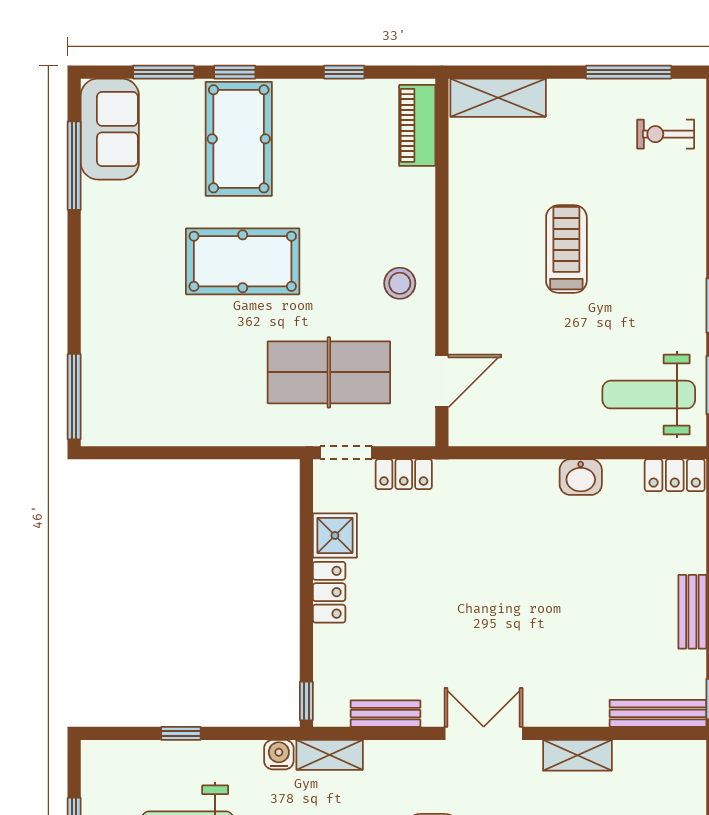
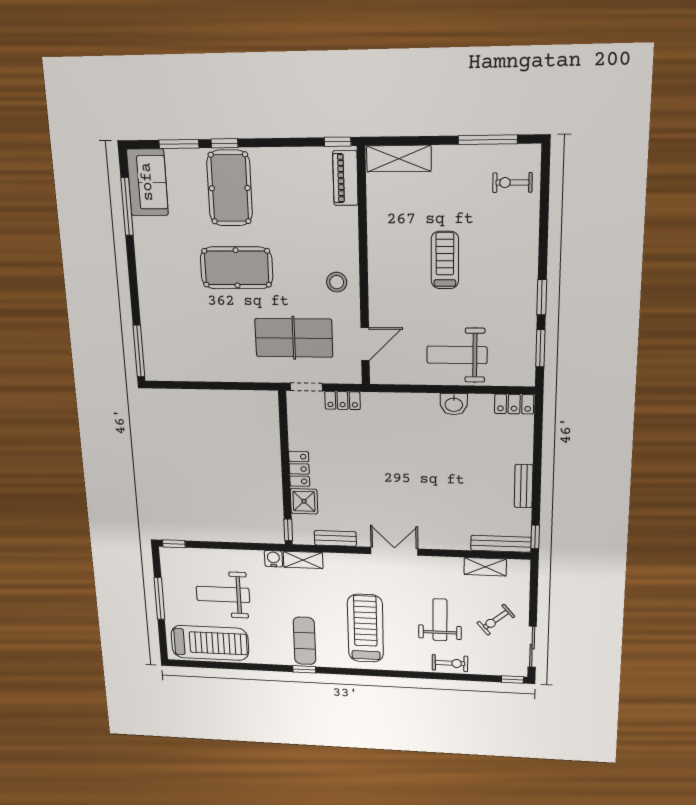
window: (344, 72) -> (338, 142), moved
weight bench: (649, 395) -> (457, 355), moved
shower: (335, 535) -> (304, 501), moved
window: (181, 733) -> (174, 544), moved
shelving: (577, 755) -> (485, 567), moved

